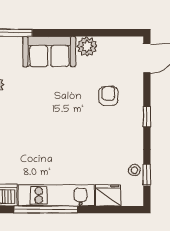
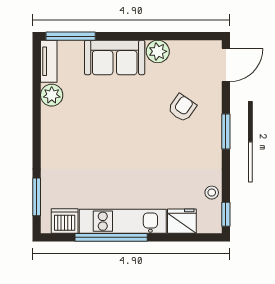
armchair: (108, 96) -> (182, 108), turned 35
window: (147, 117) -> (226, 132), width x1.50
window: (147, 175) -> (226, 214), moved

